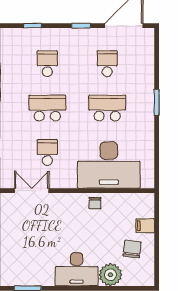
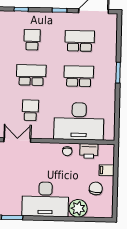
school desk: (107, 64) -> (80, 41), width x1.85
printer: (122, 202) -> (89, 151), added
desk: (77, 269) -> (45, 199), width x1.36, depth x1.30

